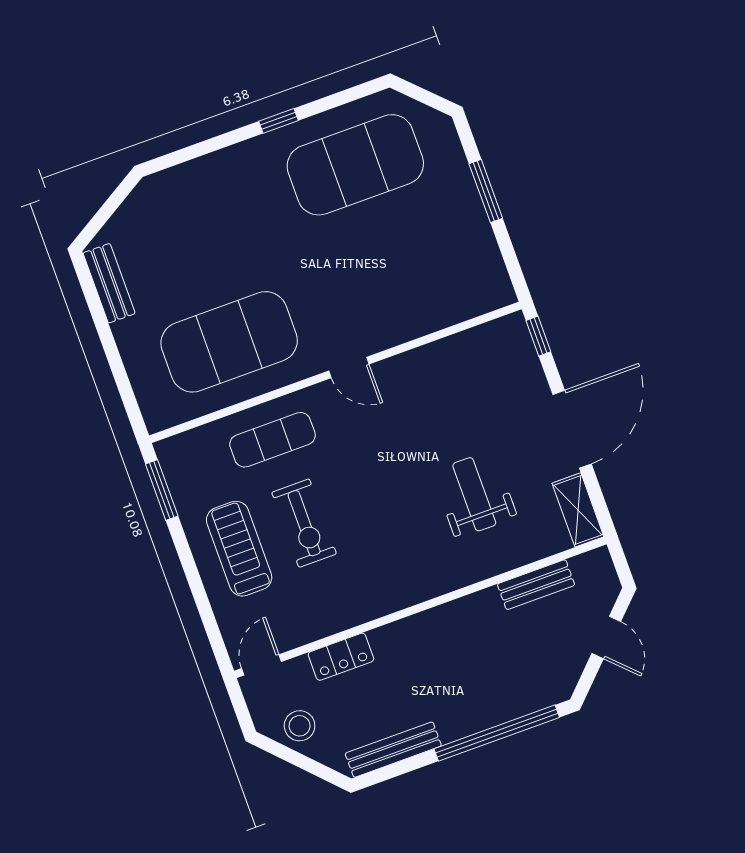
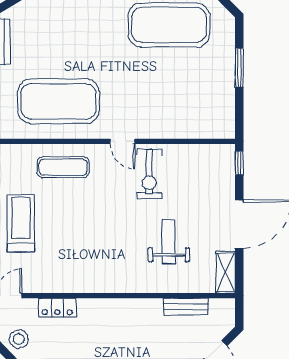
exercise bike: (304, 523) -> (149, 174), moved

